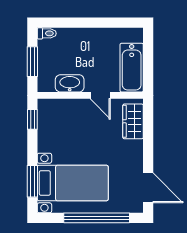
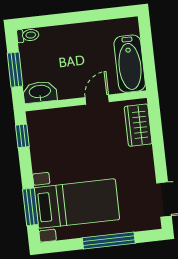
washbasin: (70, 83) -> (40, 92), moved
door: (100, 95) -> (97, 100), swing flipped
window: (97, 218) -> (109, 240), width x0.68

